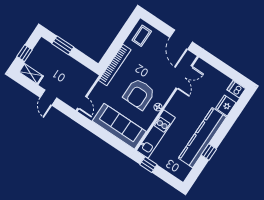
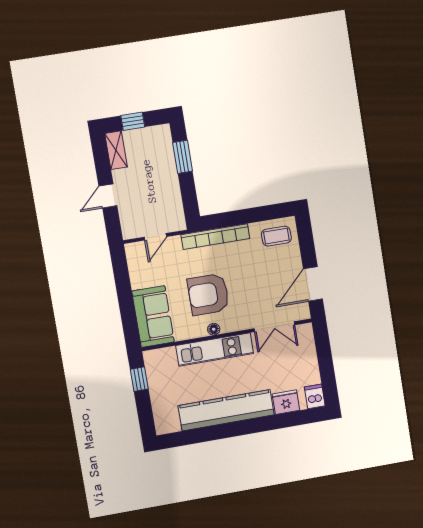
door: (82, 103) -> (155, 237), moved
sofa: (119, 126) -> (153, 317), width x0.73
kitchen unit: (156, 134) -> (215, 349), moved
window: (209, 152) -> (217, 432), removed

